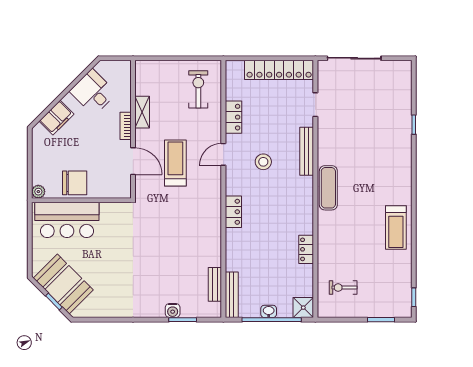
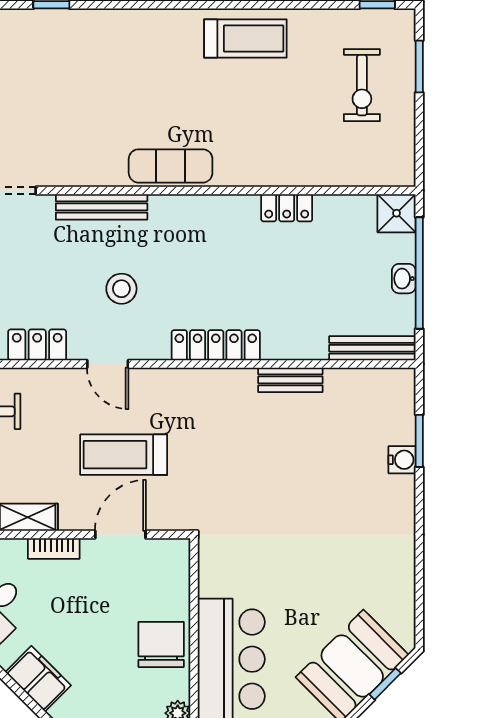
locker: (233, 212) -> (216, 345), width x1.53
bench: (215, 284) -> (290, 380), moved
exercise bike: (343, 288) -> (362, 85), moved, width x1.38, depth x1.39

